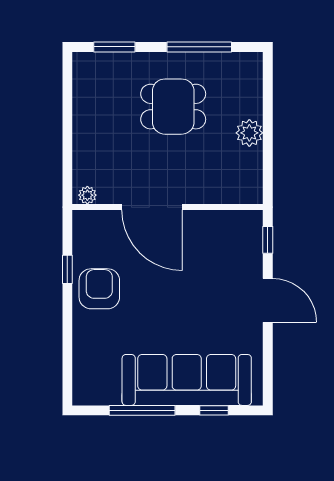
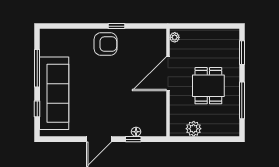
plant: (87, 195) -> (175, 37), moved
door: (152, 207) -> (168, 74), moved
wall: (168, 207) -> (168, 83), moved
floor lamp: (255, 235) -> (136, 132), added

